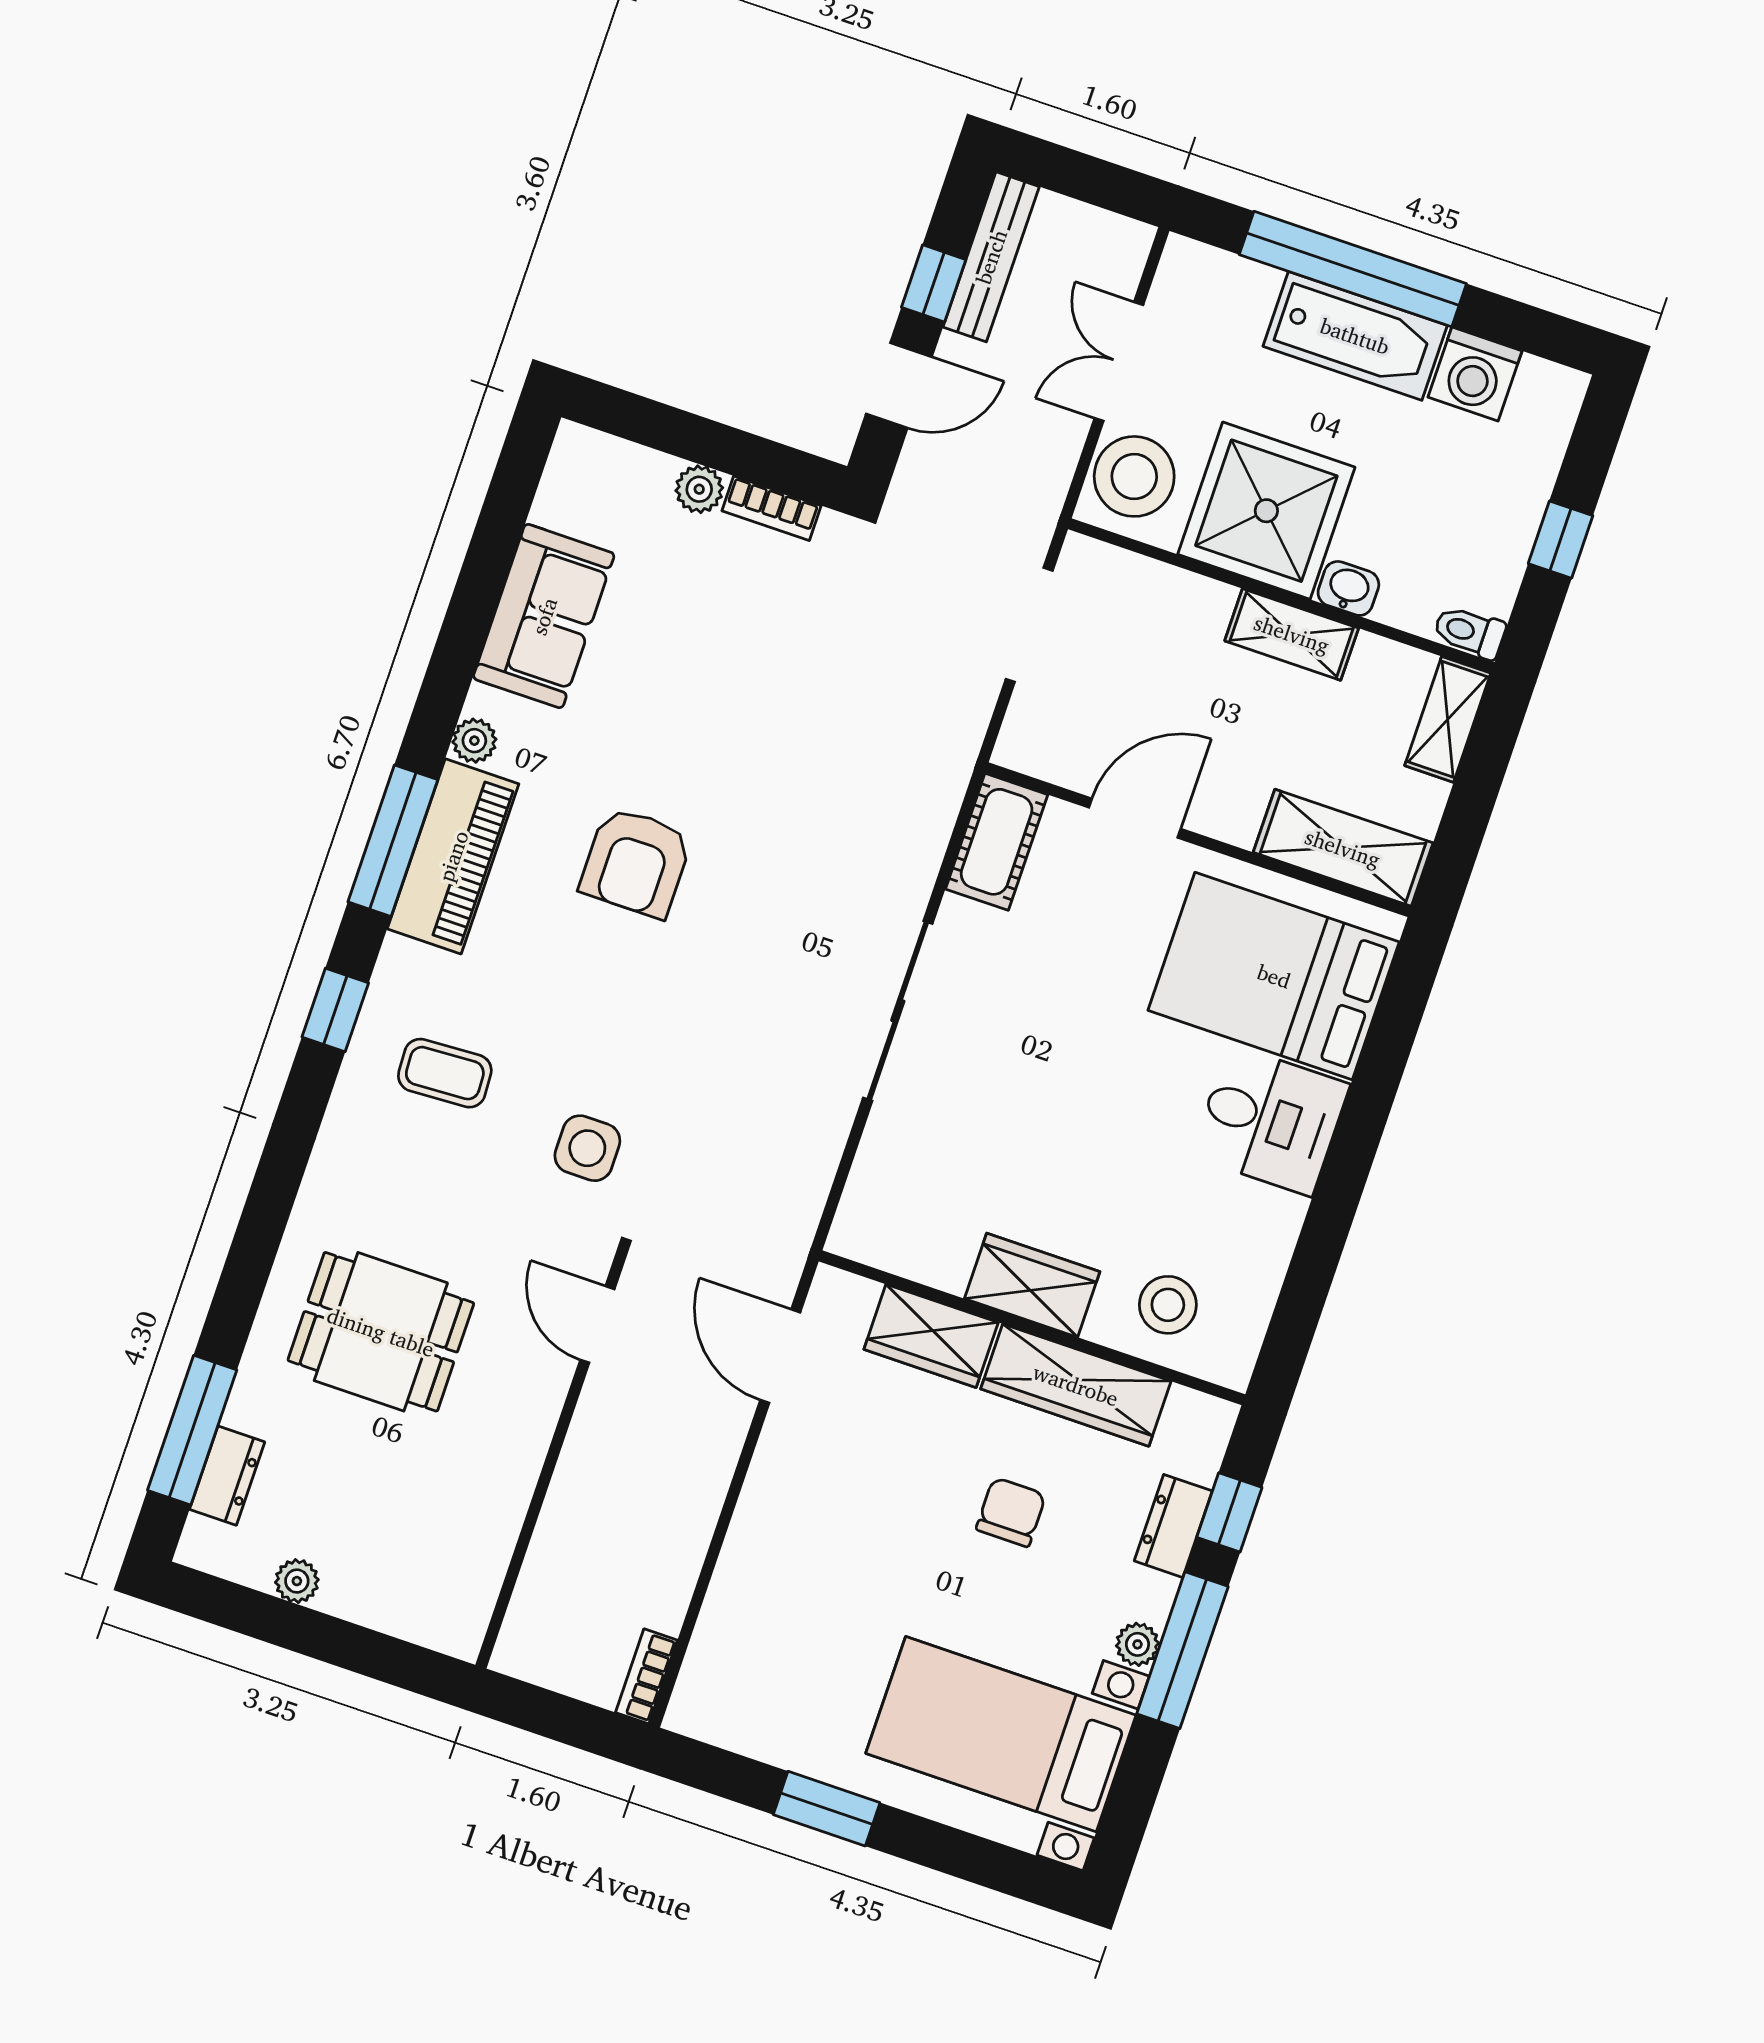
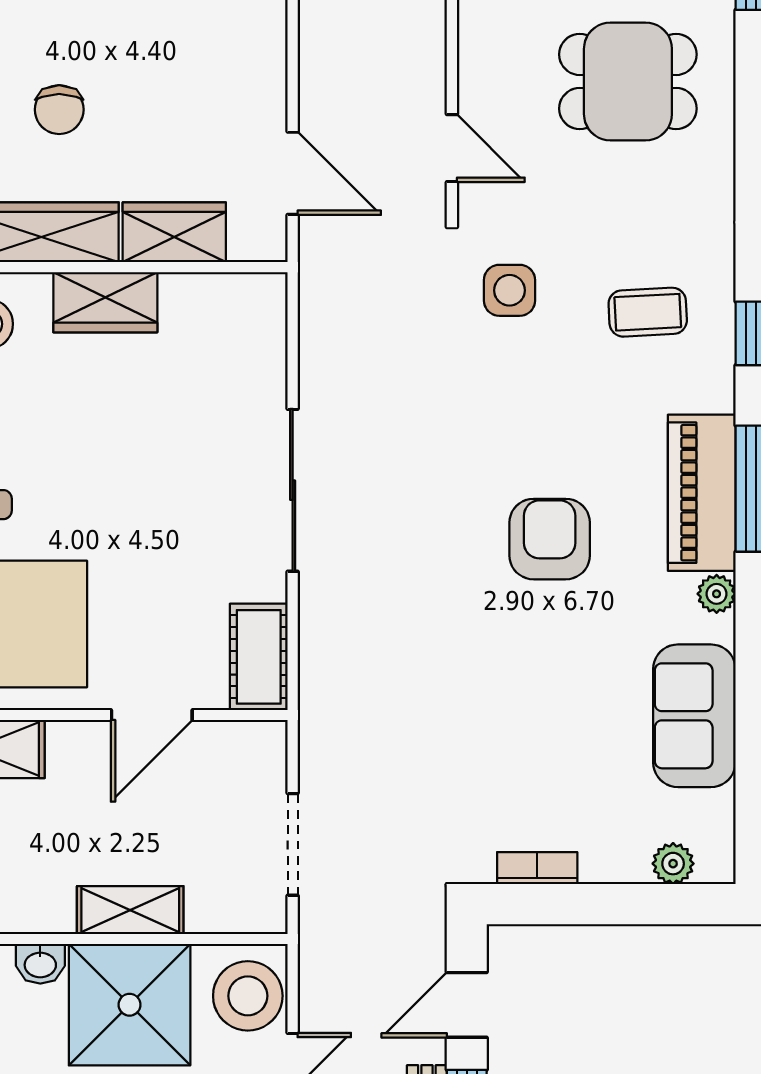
plant: (699, 489) -> (673, 864), moved
shelving: (1292, 634) -> (130, 910), moved

